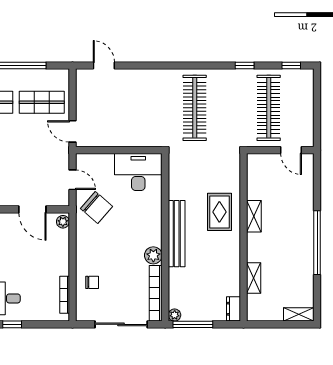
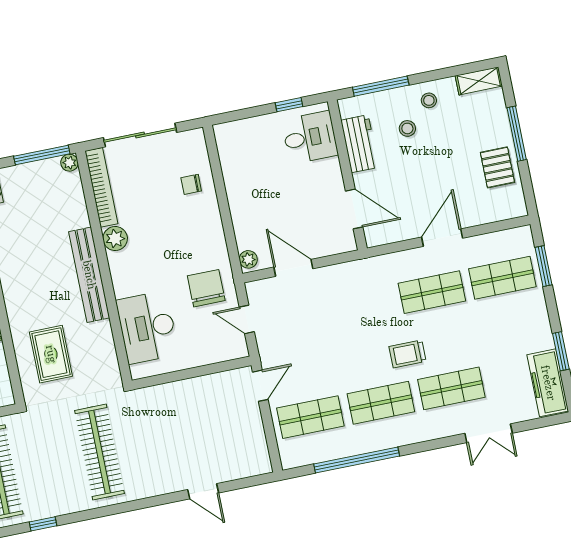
door: (104, 65) -> (203, 491), moved
door: (72, 131) -> (260, 386), hinge flipped
desk: (138, 172) -> (147, 327), moved, turned 90
chair: (96, 207) -> (206, 288), turned 49
rug: (219, 212) -> (51, 354), moved
bookcase: (65, 295) -> (226, 160), removed

